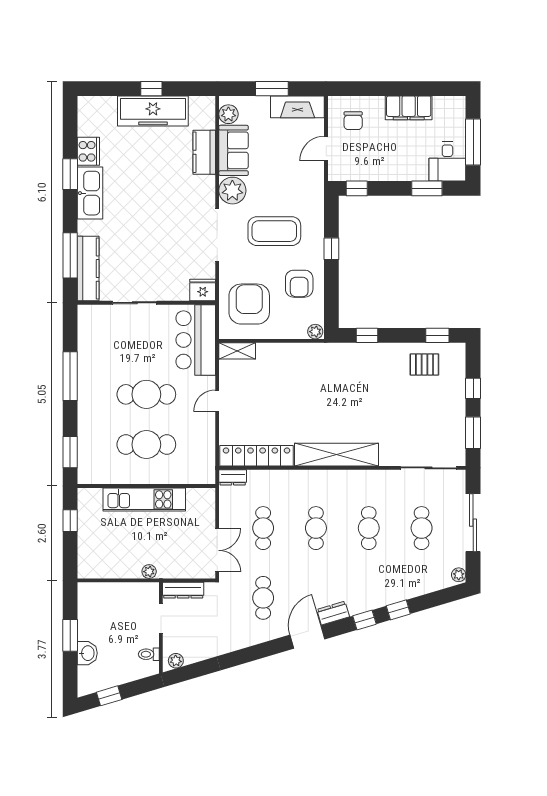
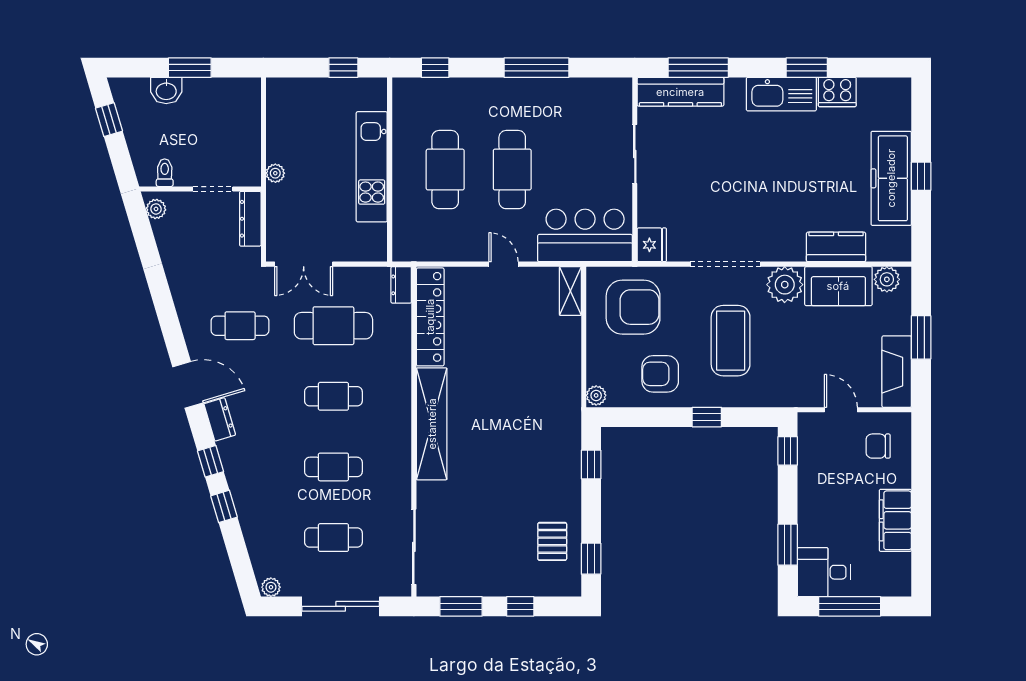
window: (70, 452) -> (435, 68), width x0.67
cafe table: (263, 528) -> (333, 326), width x1.37, depth x1.35

